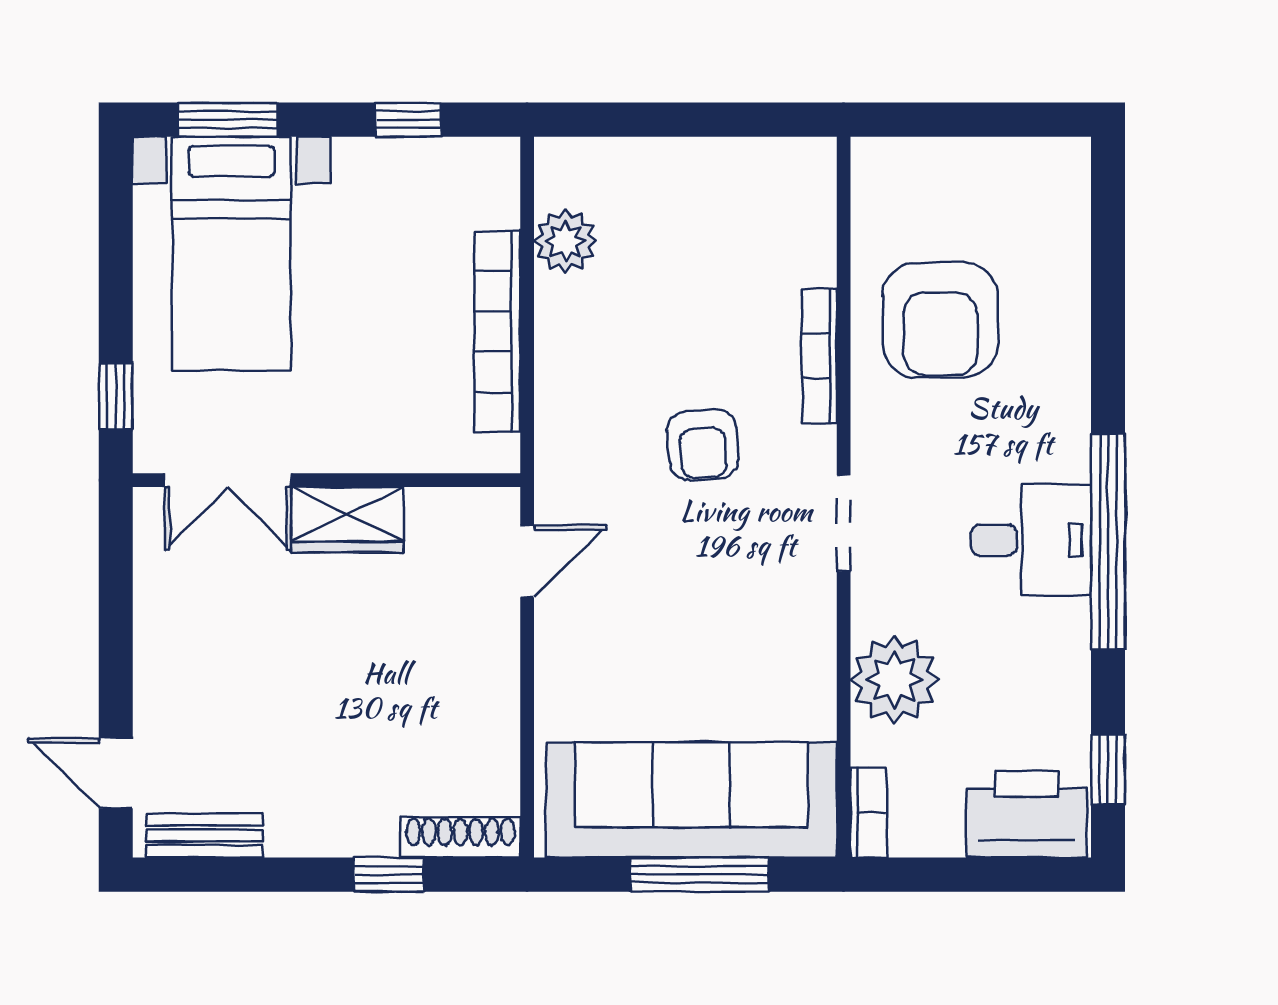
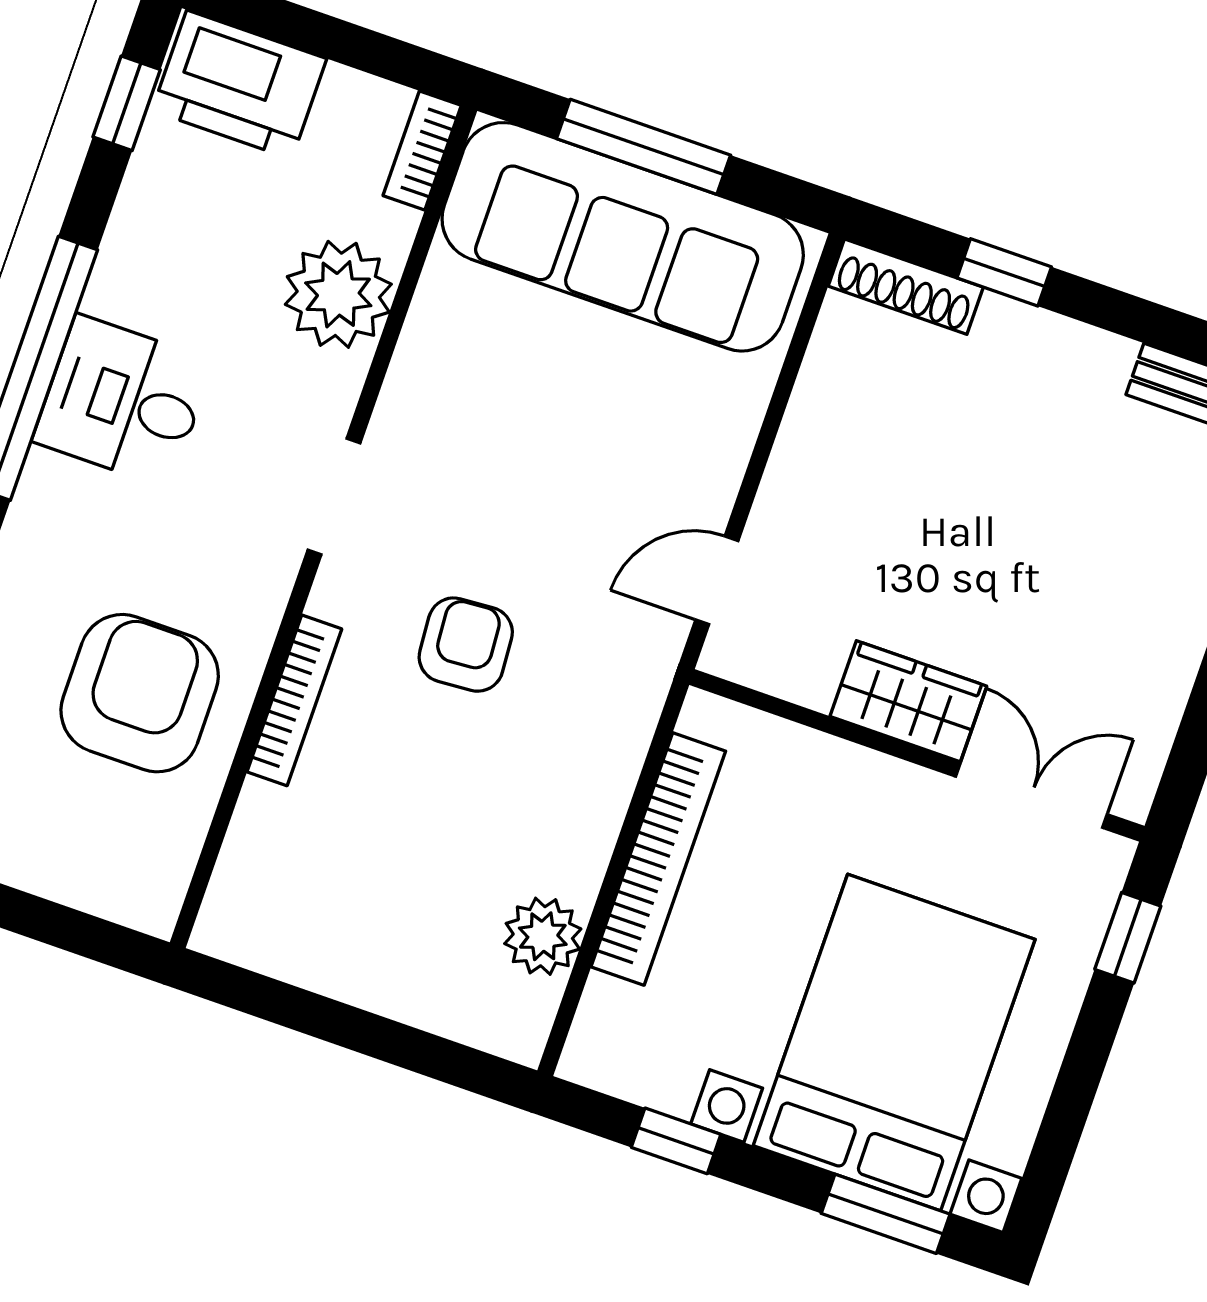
bed with nightstands: (232, 254) -> (894, 1042), width x1.36

